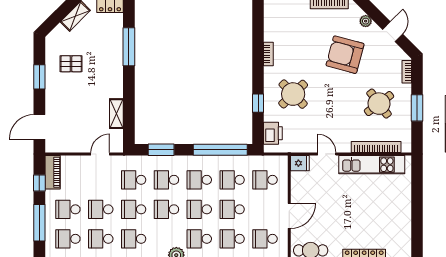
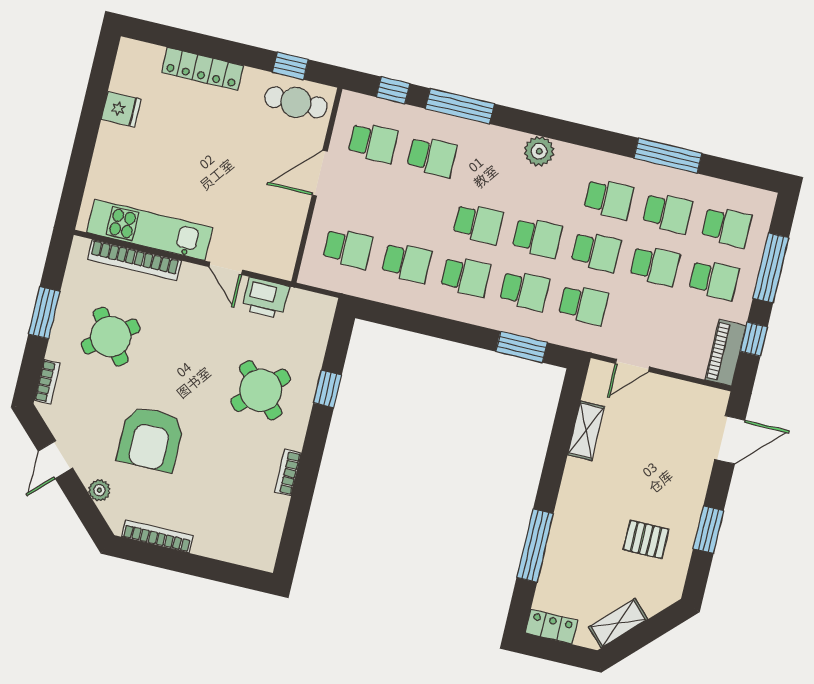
armchair: (345, 55) -> (151, 439), turned 75
printer: (273, 133) -> (266, 298), moved, turned -90
window: (220, 150) -> (415, 322), removed
fridge: (300, 163) -> (121, 109), moved, turned 180
school desk: (232, 209) -> (419, 210), removed
school desk: (199, 239) -> (491, 171), removed

